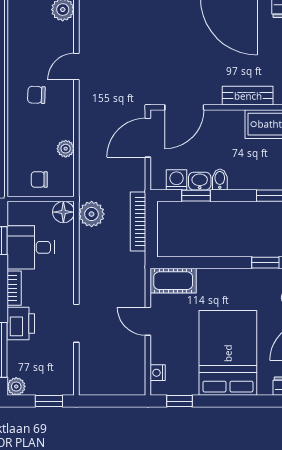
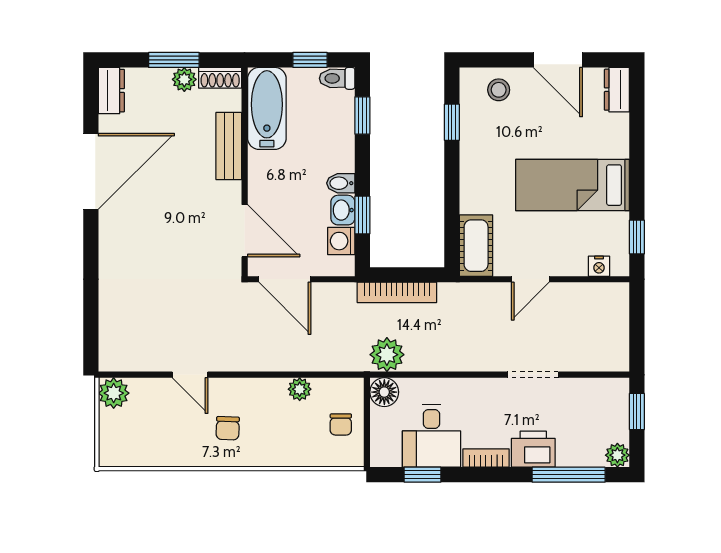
bed: (228, 353) -> (573, 185), width x0.67

